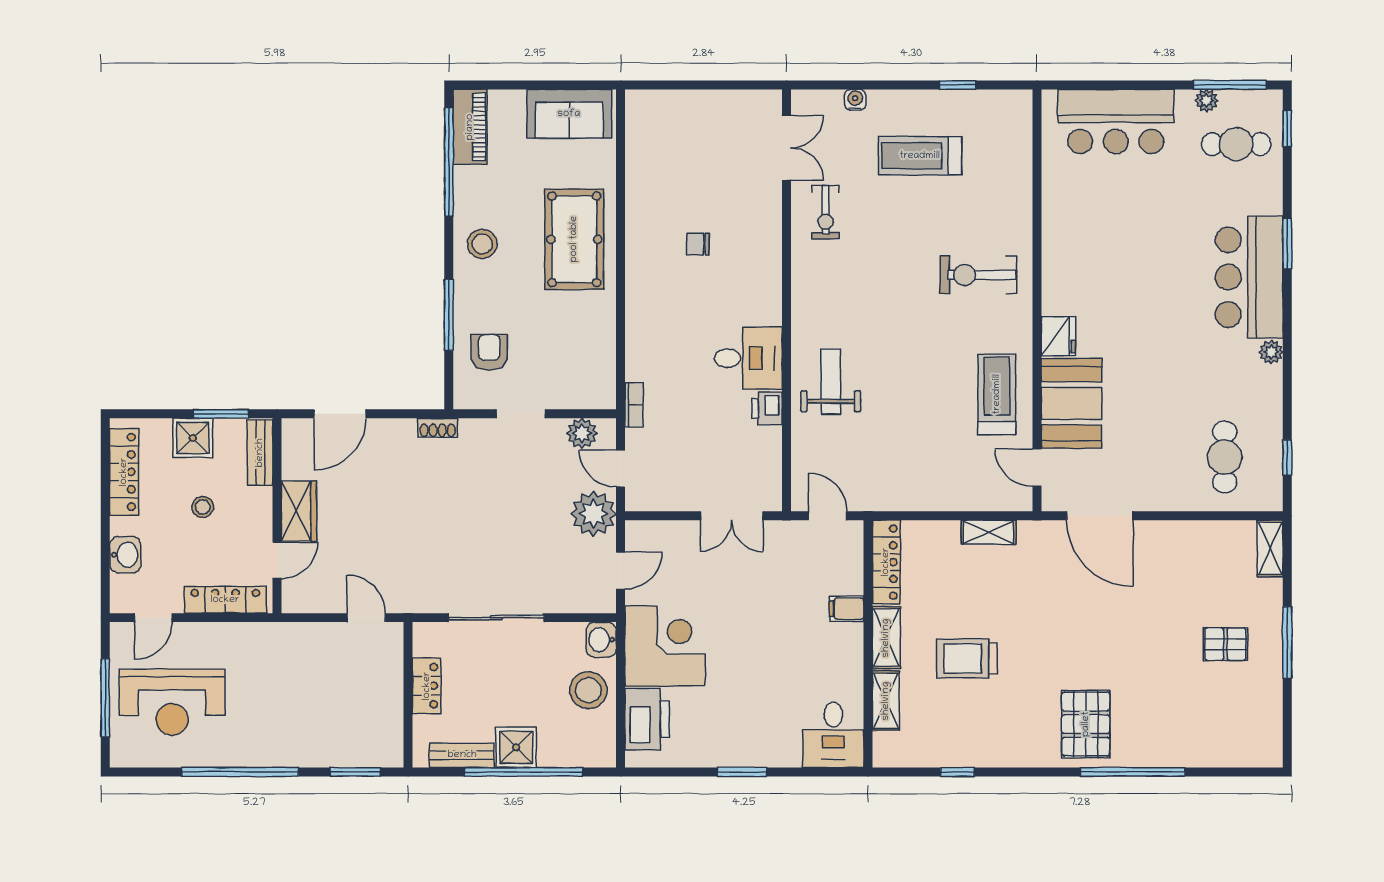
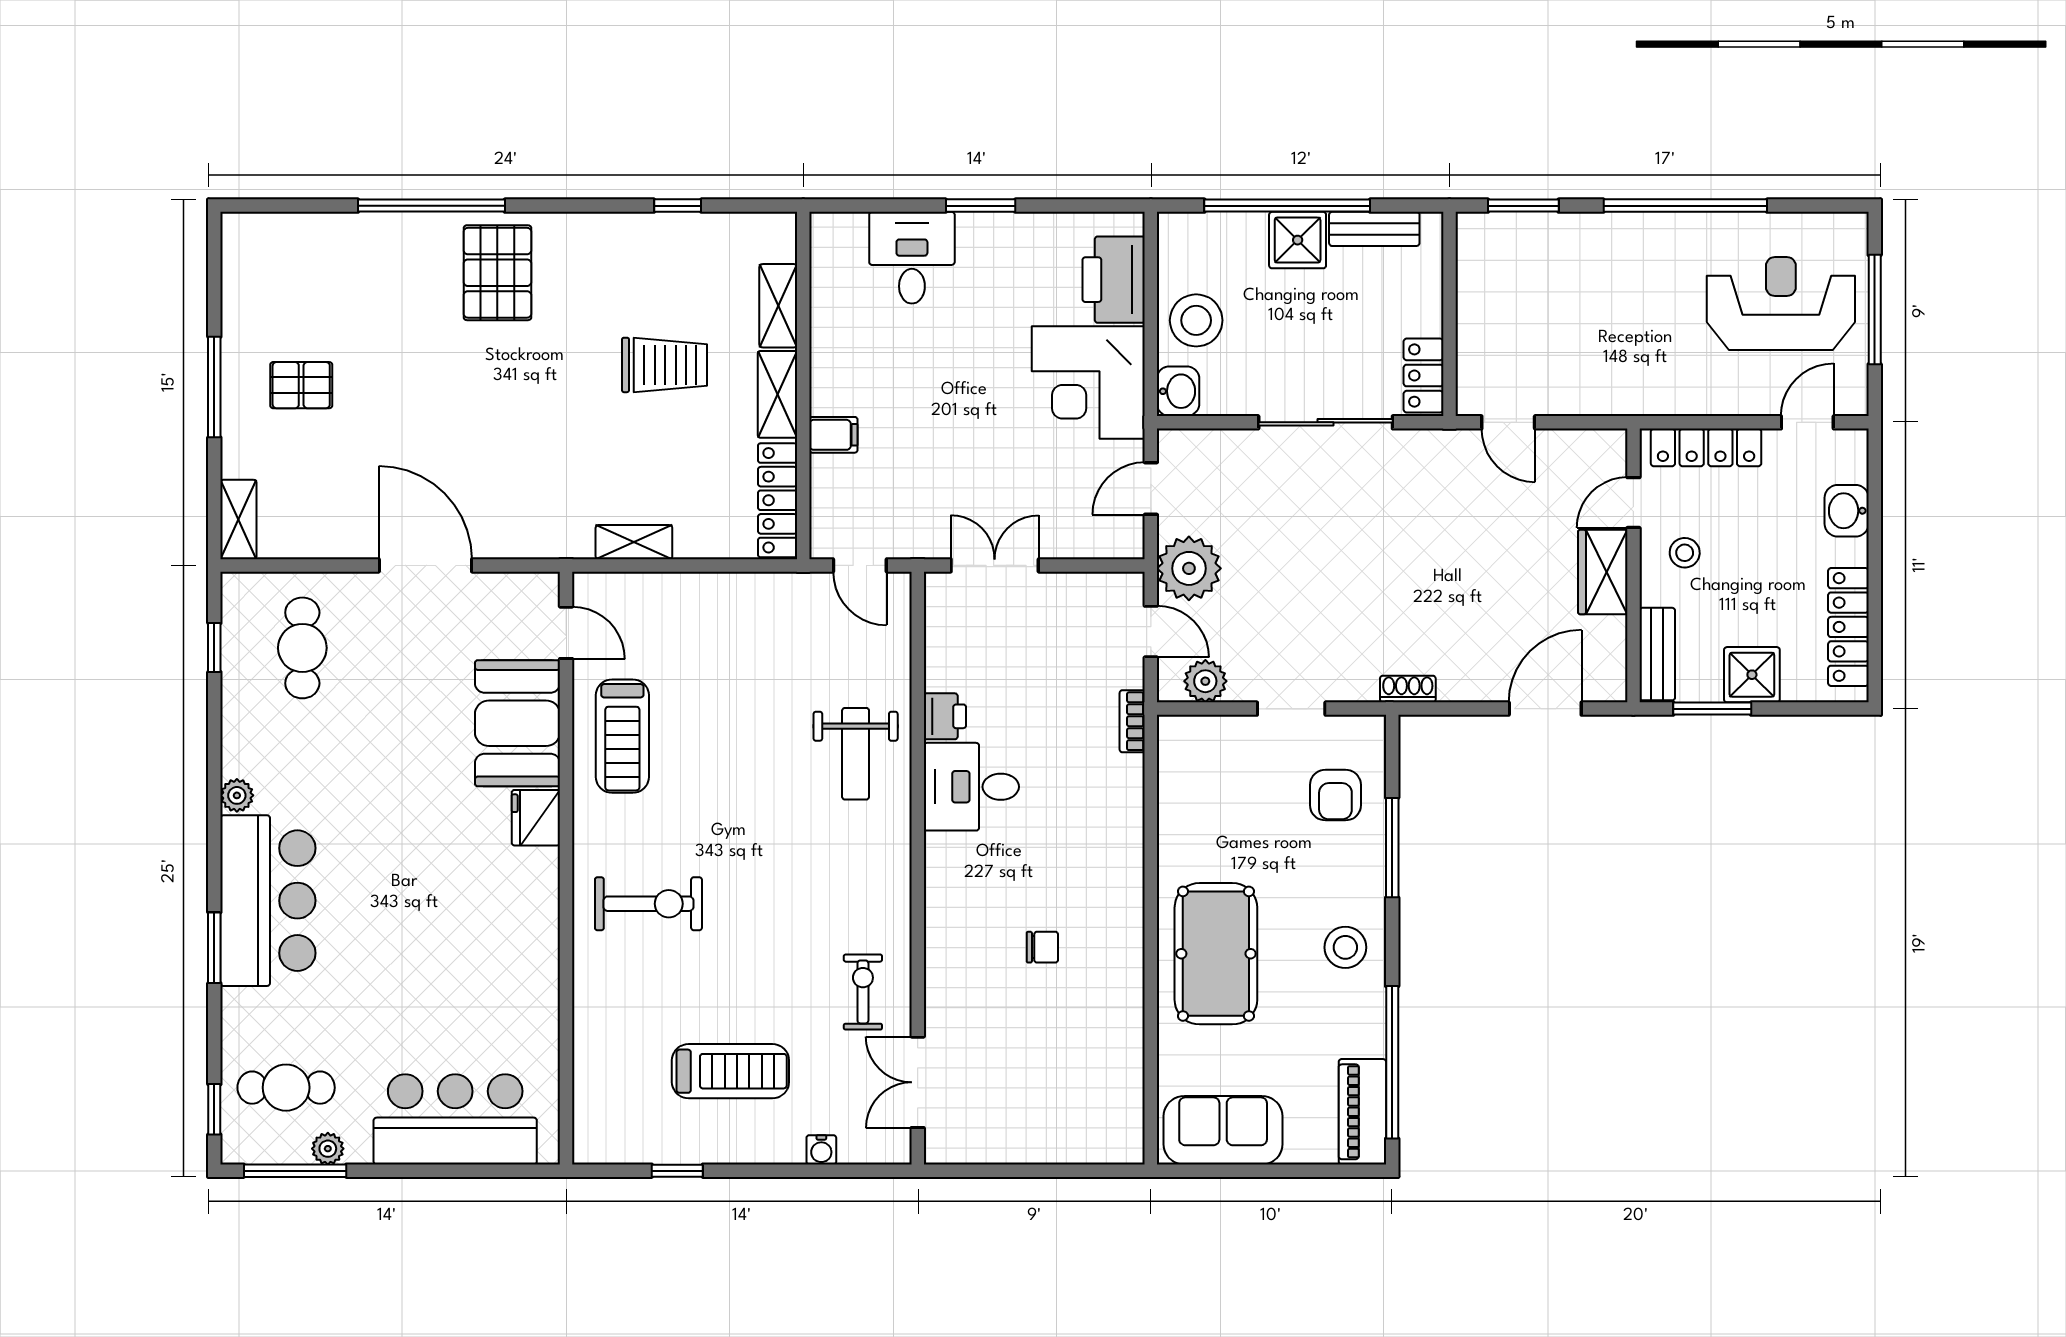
stool: (203, 507) -> (1685, 553), moved
door: (1100, 516) -> (425, 565), moved
locker: (427, 686) -> (1423, 376), moved
desk: (833, 735) -> (912, 258), moved

